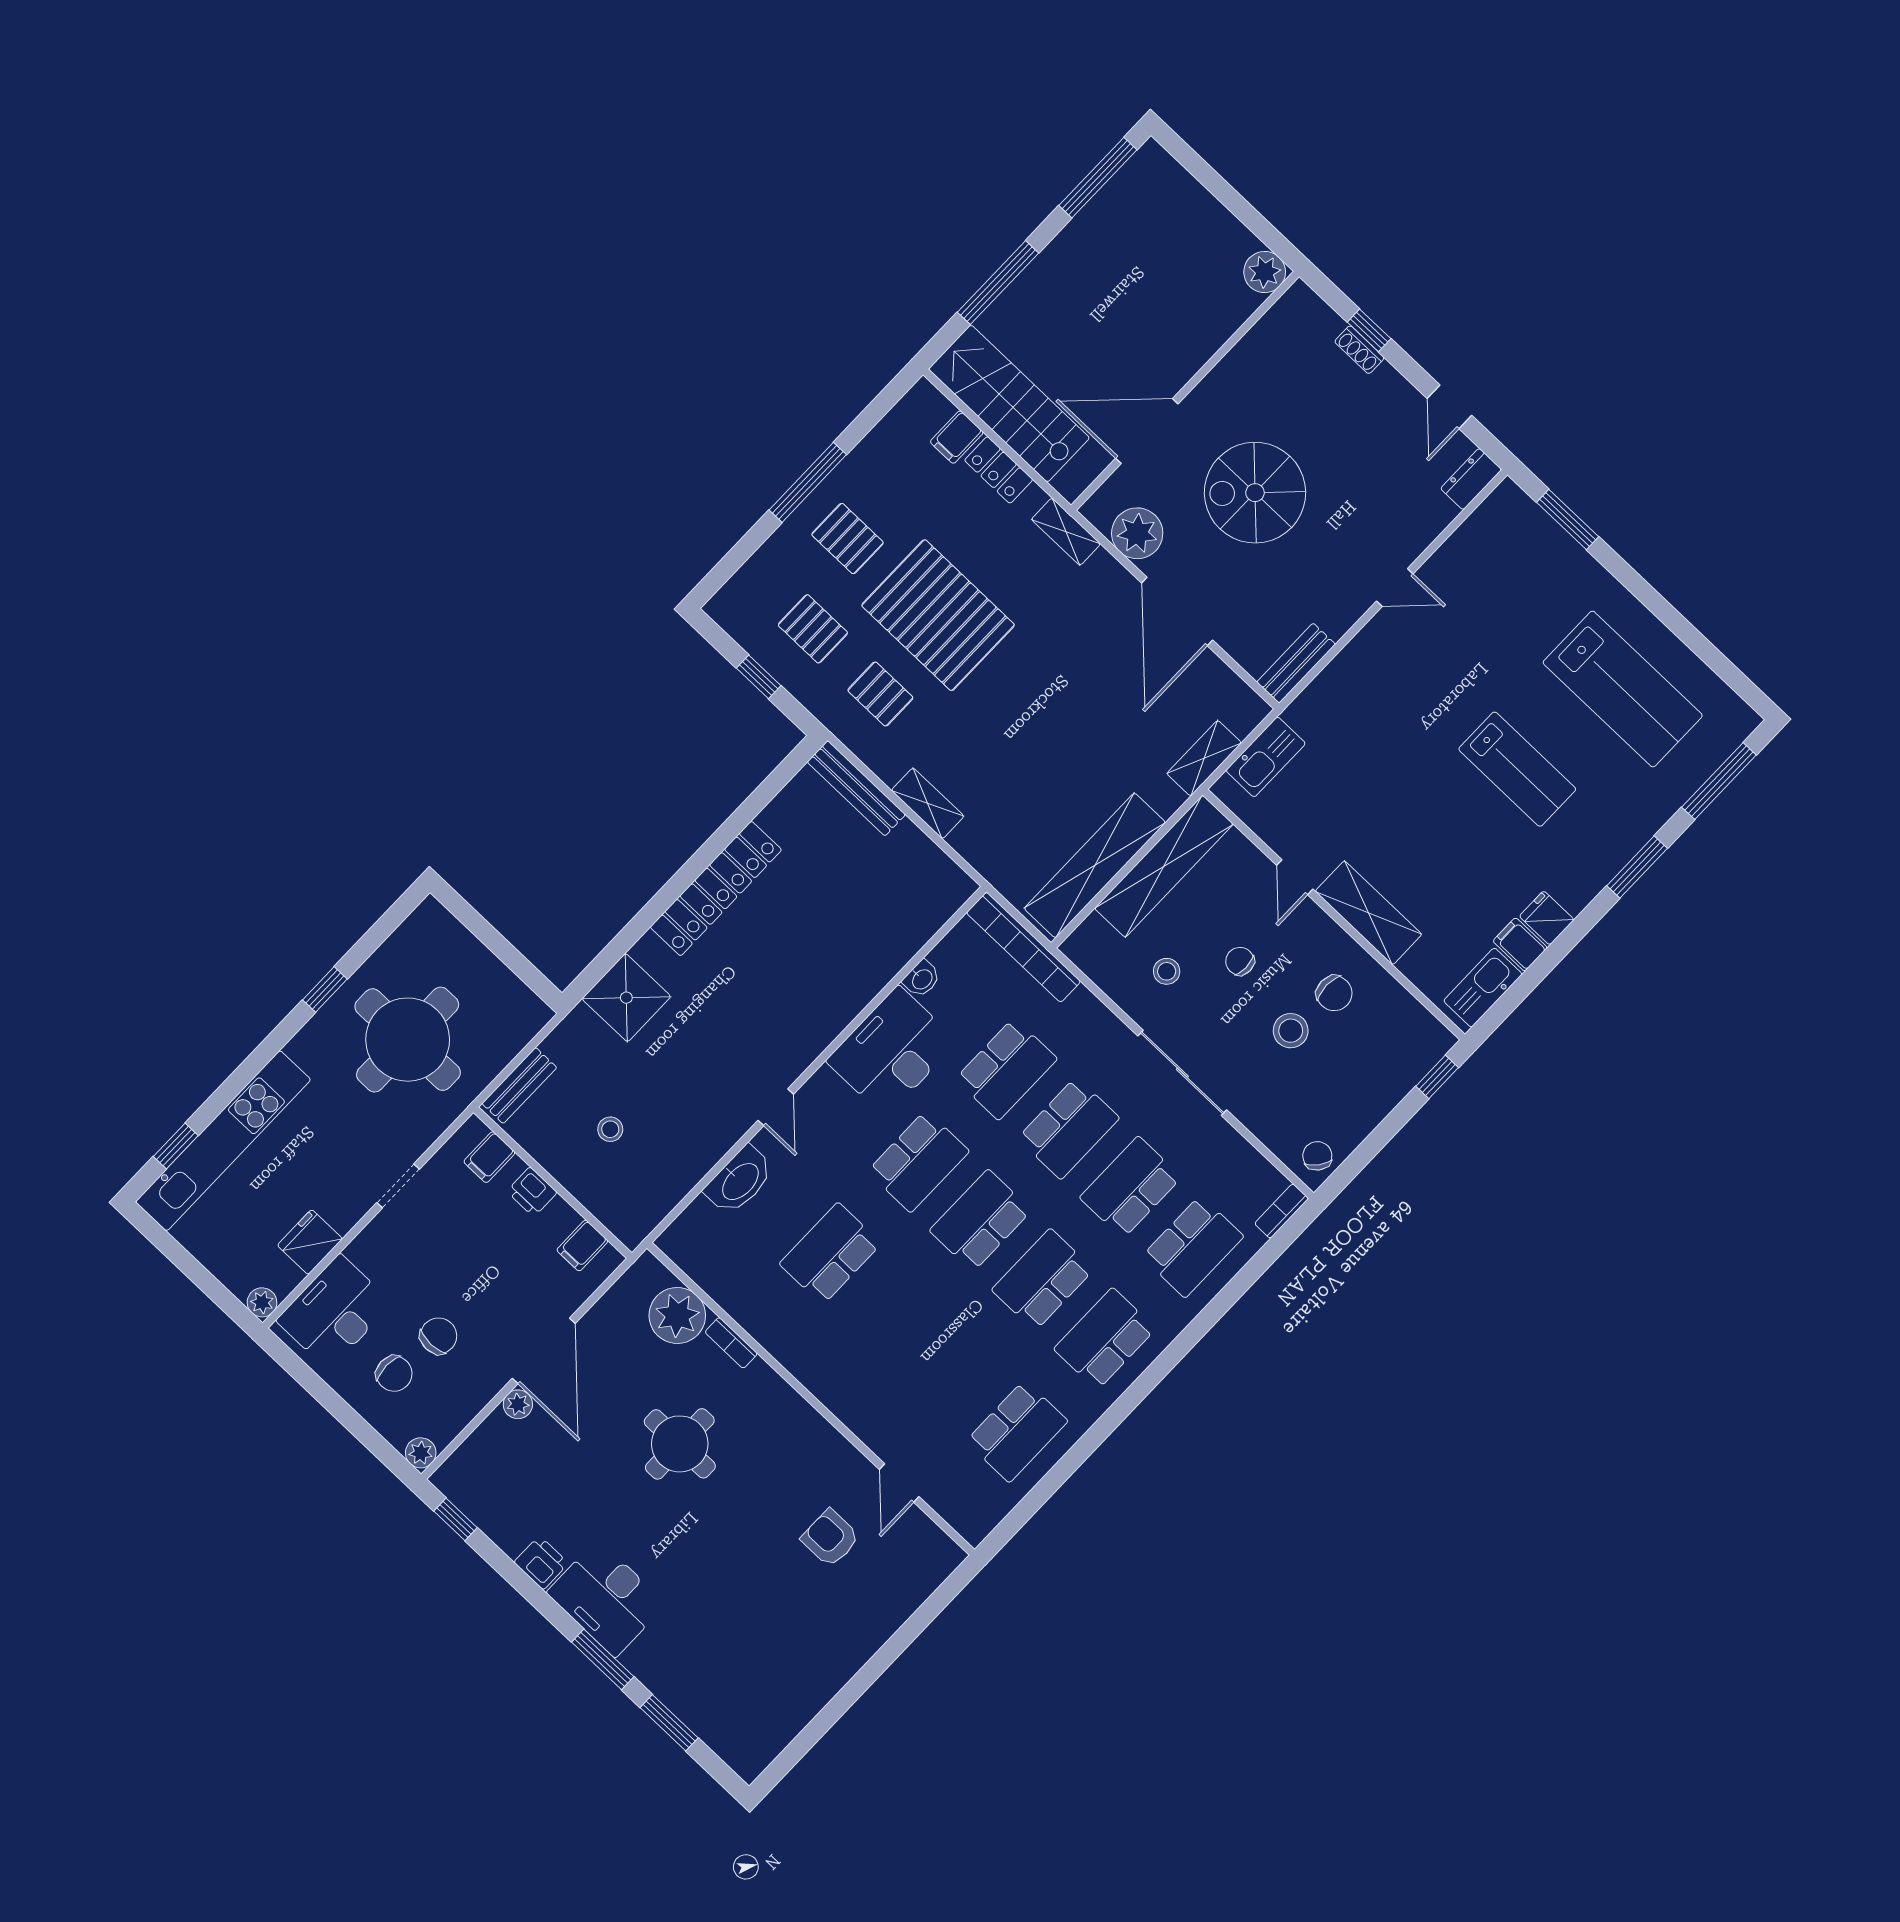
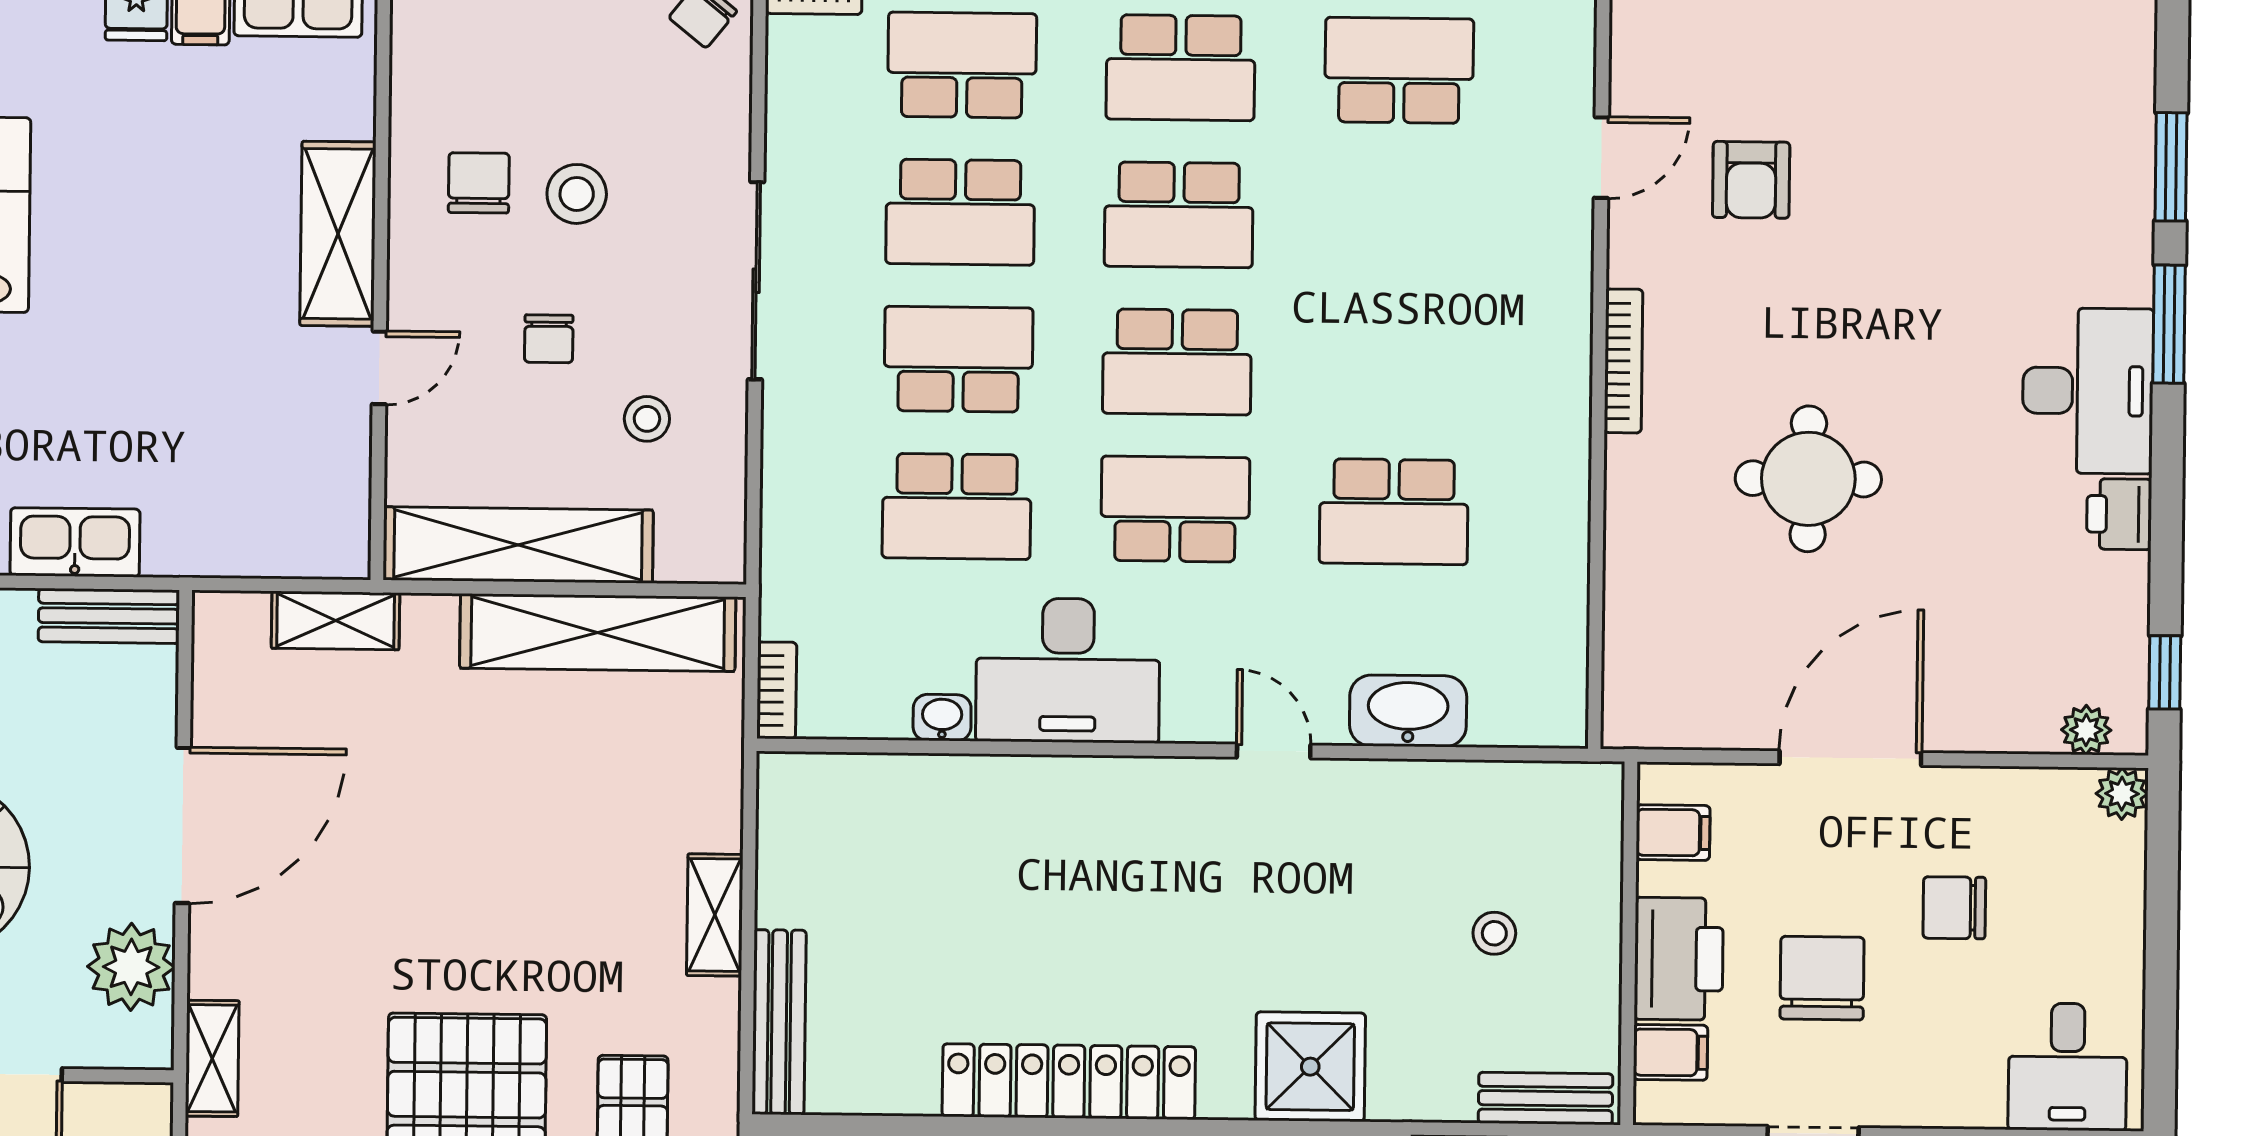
kitchen sink: (1266, 757) -> (75, 542), moved
bookcase: (1024, 947) -> (777, 690), width x0.43, depth x0.76
school desk: (1006, 1069) -> (957, 506), turned 180
door: (776, 1107) -> (1274, 751), hinge flipped
printer: (532, 1192) -> (1679, 959), width x1.87, depth x1.48
desk: (334, 1312) -> (2068, 1067), width x0.73
plant: (677, 1315) -> (1650, 632), removed
bookcase: (731, 1343) -> (1623, 361), moved, width x1.56
chair: (394, 1374) -> (1822, 978), moved, width x1.37, depth x1.37
plant: (518, 1404) -> (2086, 730), moved

